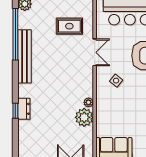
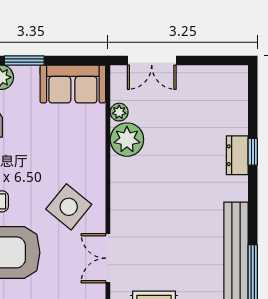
side table: (116, 81) -> (69, 207), width x1.87, depth x1.87
plant: (88, 102) -> (119, 112), moved

